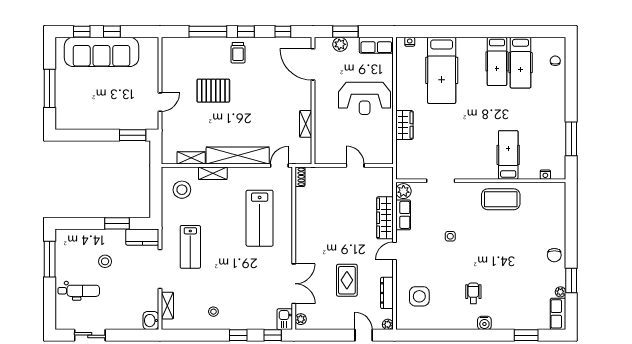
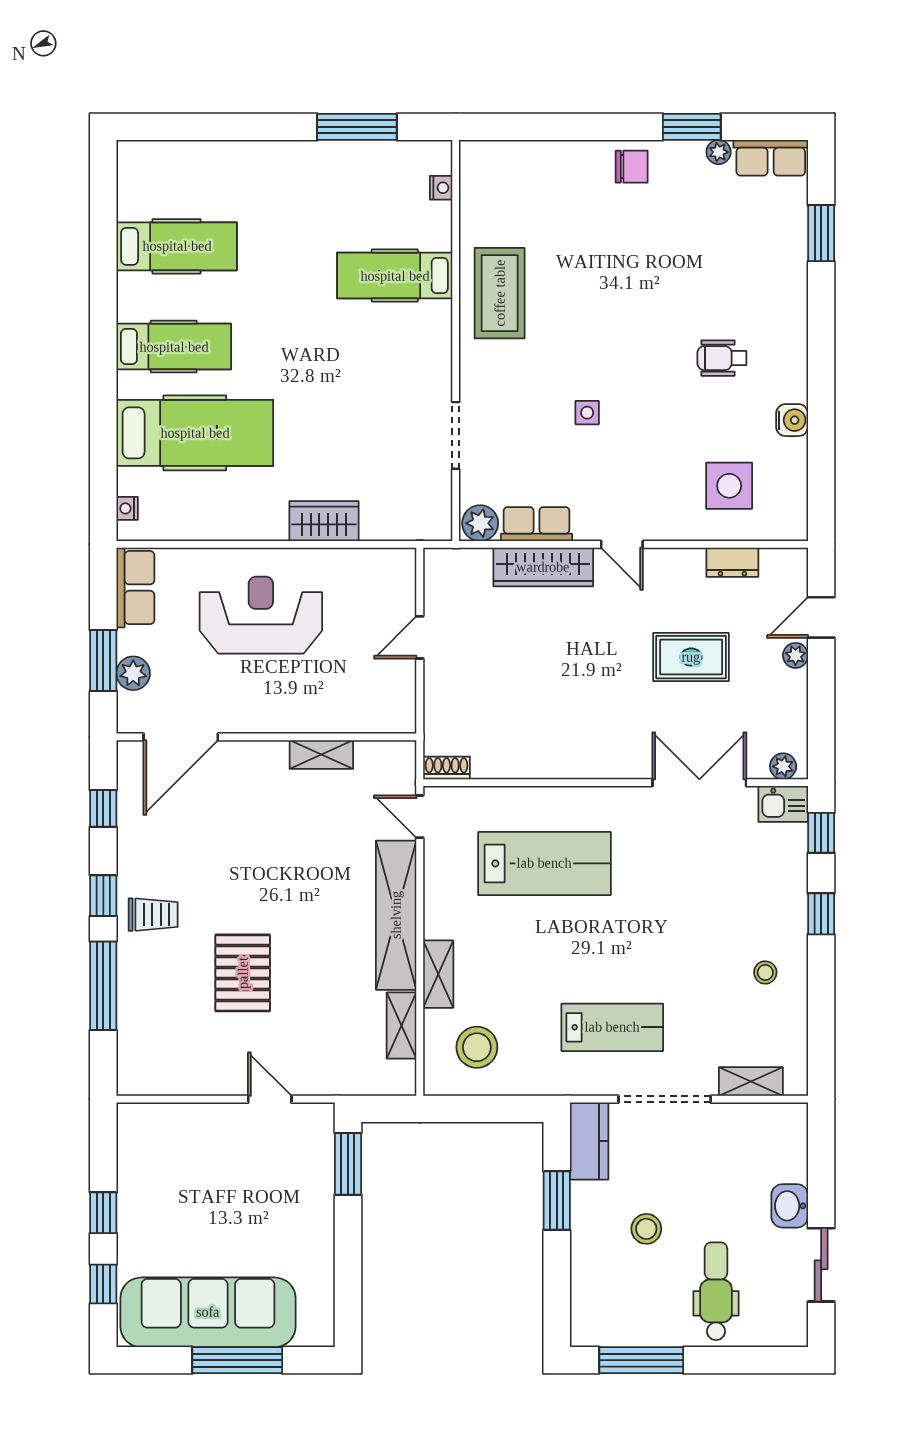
sofa: (101, 52) -> (208, 1312), moved, turned -90
hospital bed: (497, 61) -> (174, 347), moved
chair: (555, 61) -> (172, 164), removed
reception desk: (365, 98) -> (261, 615), turned -90
dresser: (387, 293) -> (732, 562), width x0.70
washbasin: (151, 321) -> (790, 1206), moved, turned 90
water cooler: (484, 323) -> (792, 420), moved
plant: (388, 324) -> (795, 655), moved

